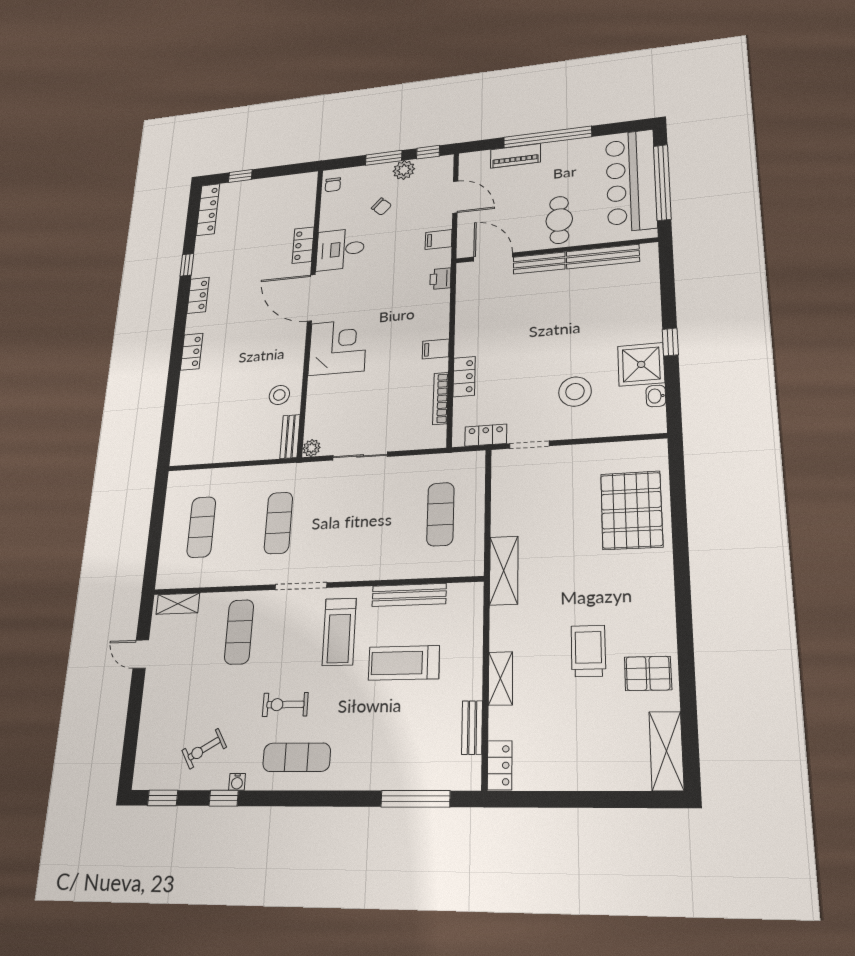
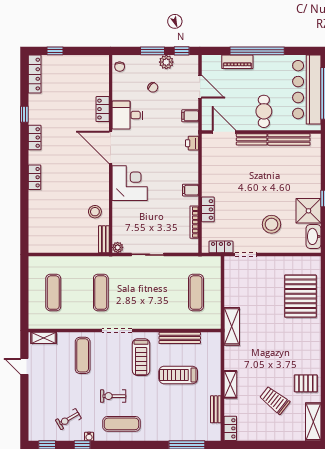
washbasin: (656, 396) -> (314, 236), width x1.91, depth x1.45
trolley: (588, 651) -> (275, 400), moved, turned -52

